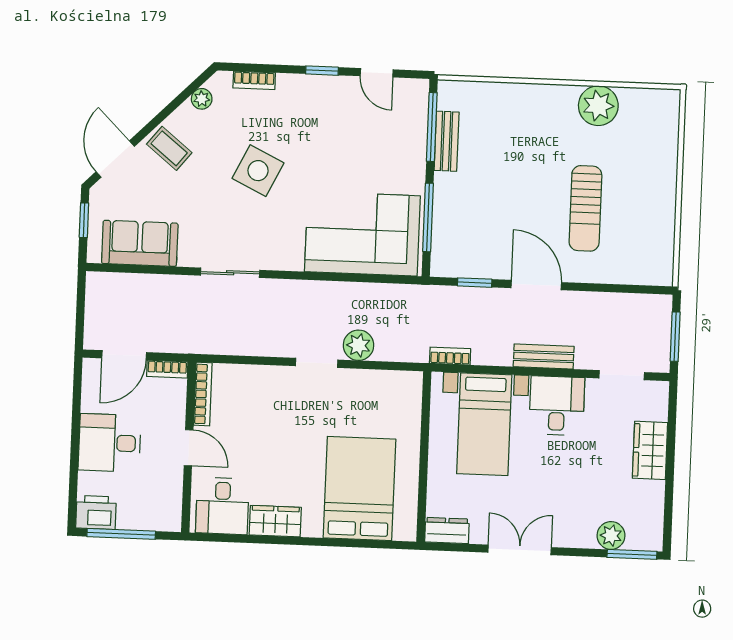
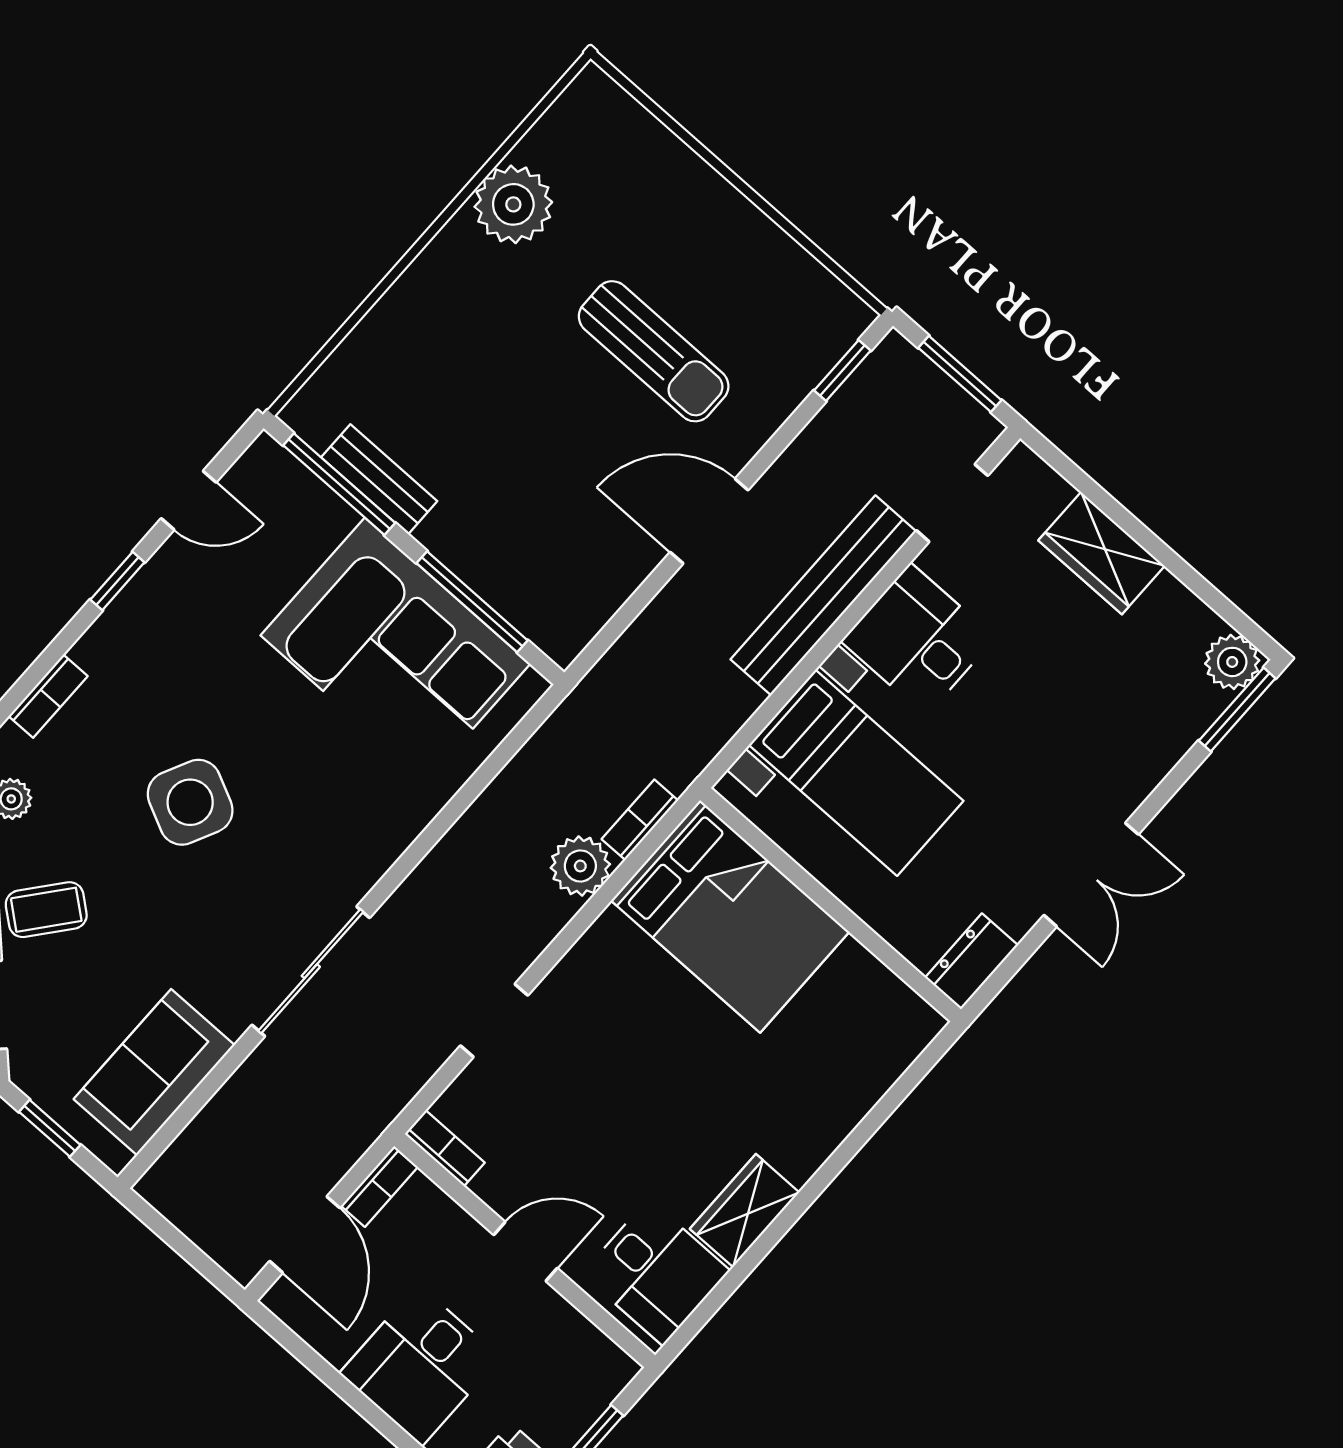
corner sofa: (362, 234) -> (395, 650), moved, turned -90
sliding door: (230, 273) -> (311, 971), width x1.37
window: (475, 283) -> (842, 371), moved
bookcase: (450, 356) -> (640, 820), moved
bench: (544, 357) -> (823, 595), width x1.86, depth x1.21
doorway: (317, 363) -> (494, 1020), moved
bookcase: (203, 394) -> (445, 1148), width x0.64
bed: (360, 488) -> (730, 916), moved, turned 180
plant: (611, 536) -> (1232, 662), moved
double door: (520, 550) -> (1091, 875), swing flipped

